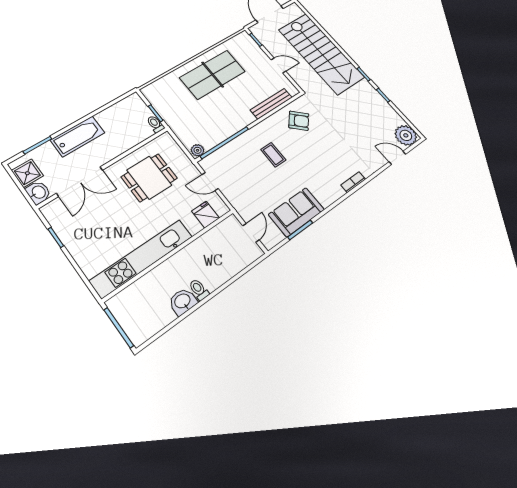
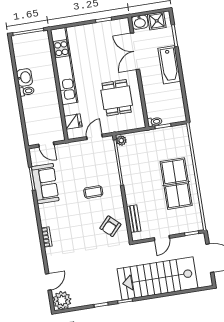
bench: (271, 104) -> (134, 219), width x0.73

